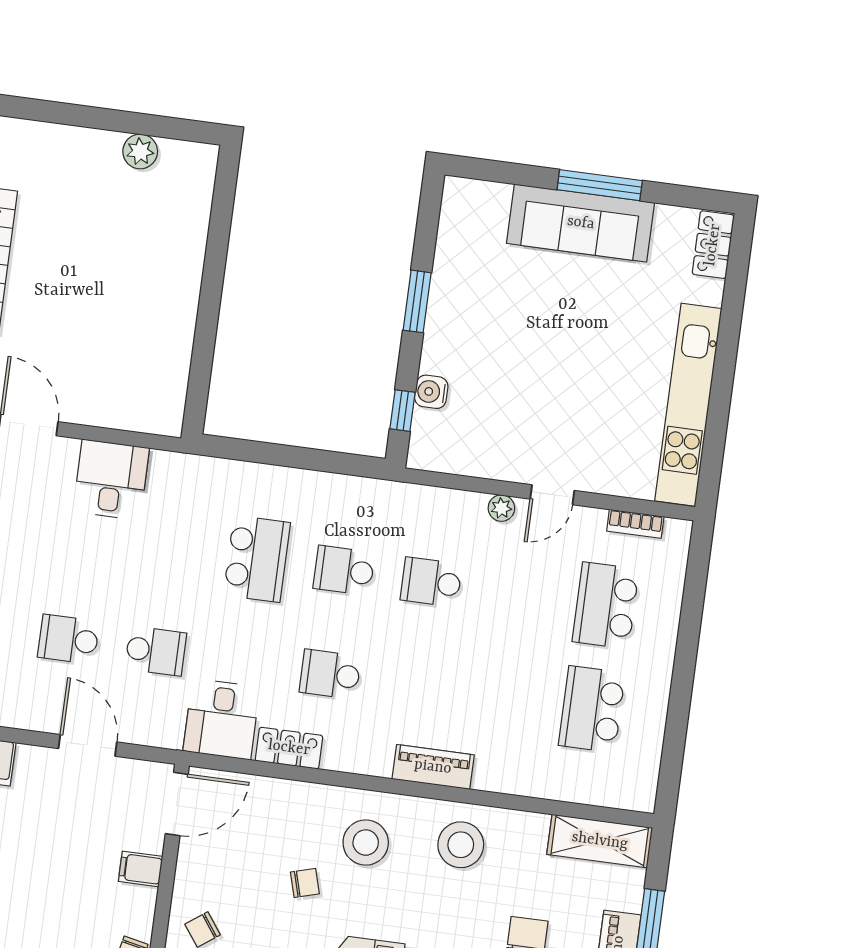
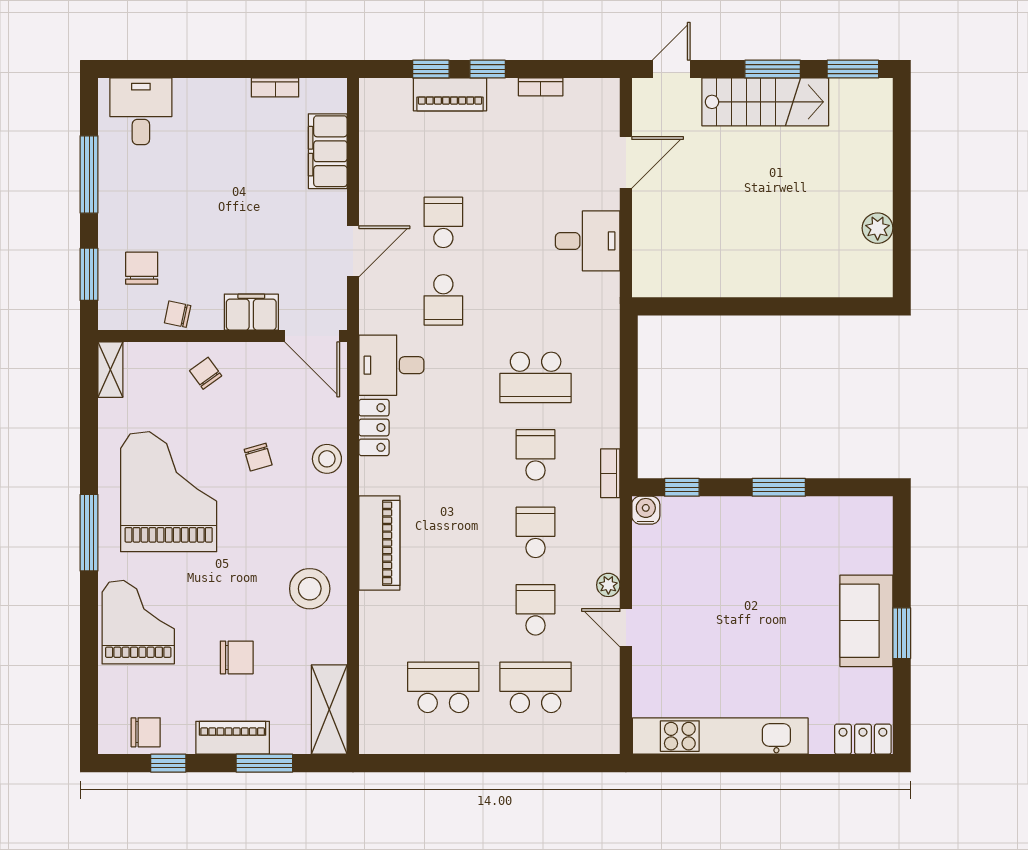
window: (600, 185) -> (902, 633), width x0.69
sofa: (581, 223) -> (866, 621), width x0.73
water cooler: (431, 392) -> (646, 510), moved
bookcase: (635, 524) -> (610, 473), moved
school desk: (330, 674) -> (536, 610), moved
piano: (433, 767) -> (379, 543), width x1.37, depth x1.33
stool: (366, 843) -> (327, 459), moved, width x0.73, depth x0.73
filing cabinet: (141, 869) -> (251, 312), width x2.00

